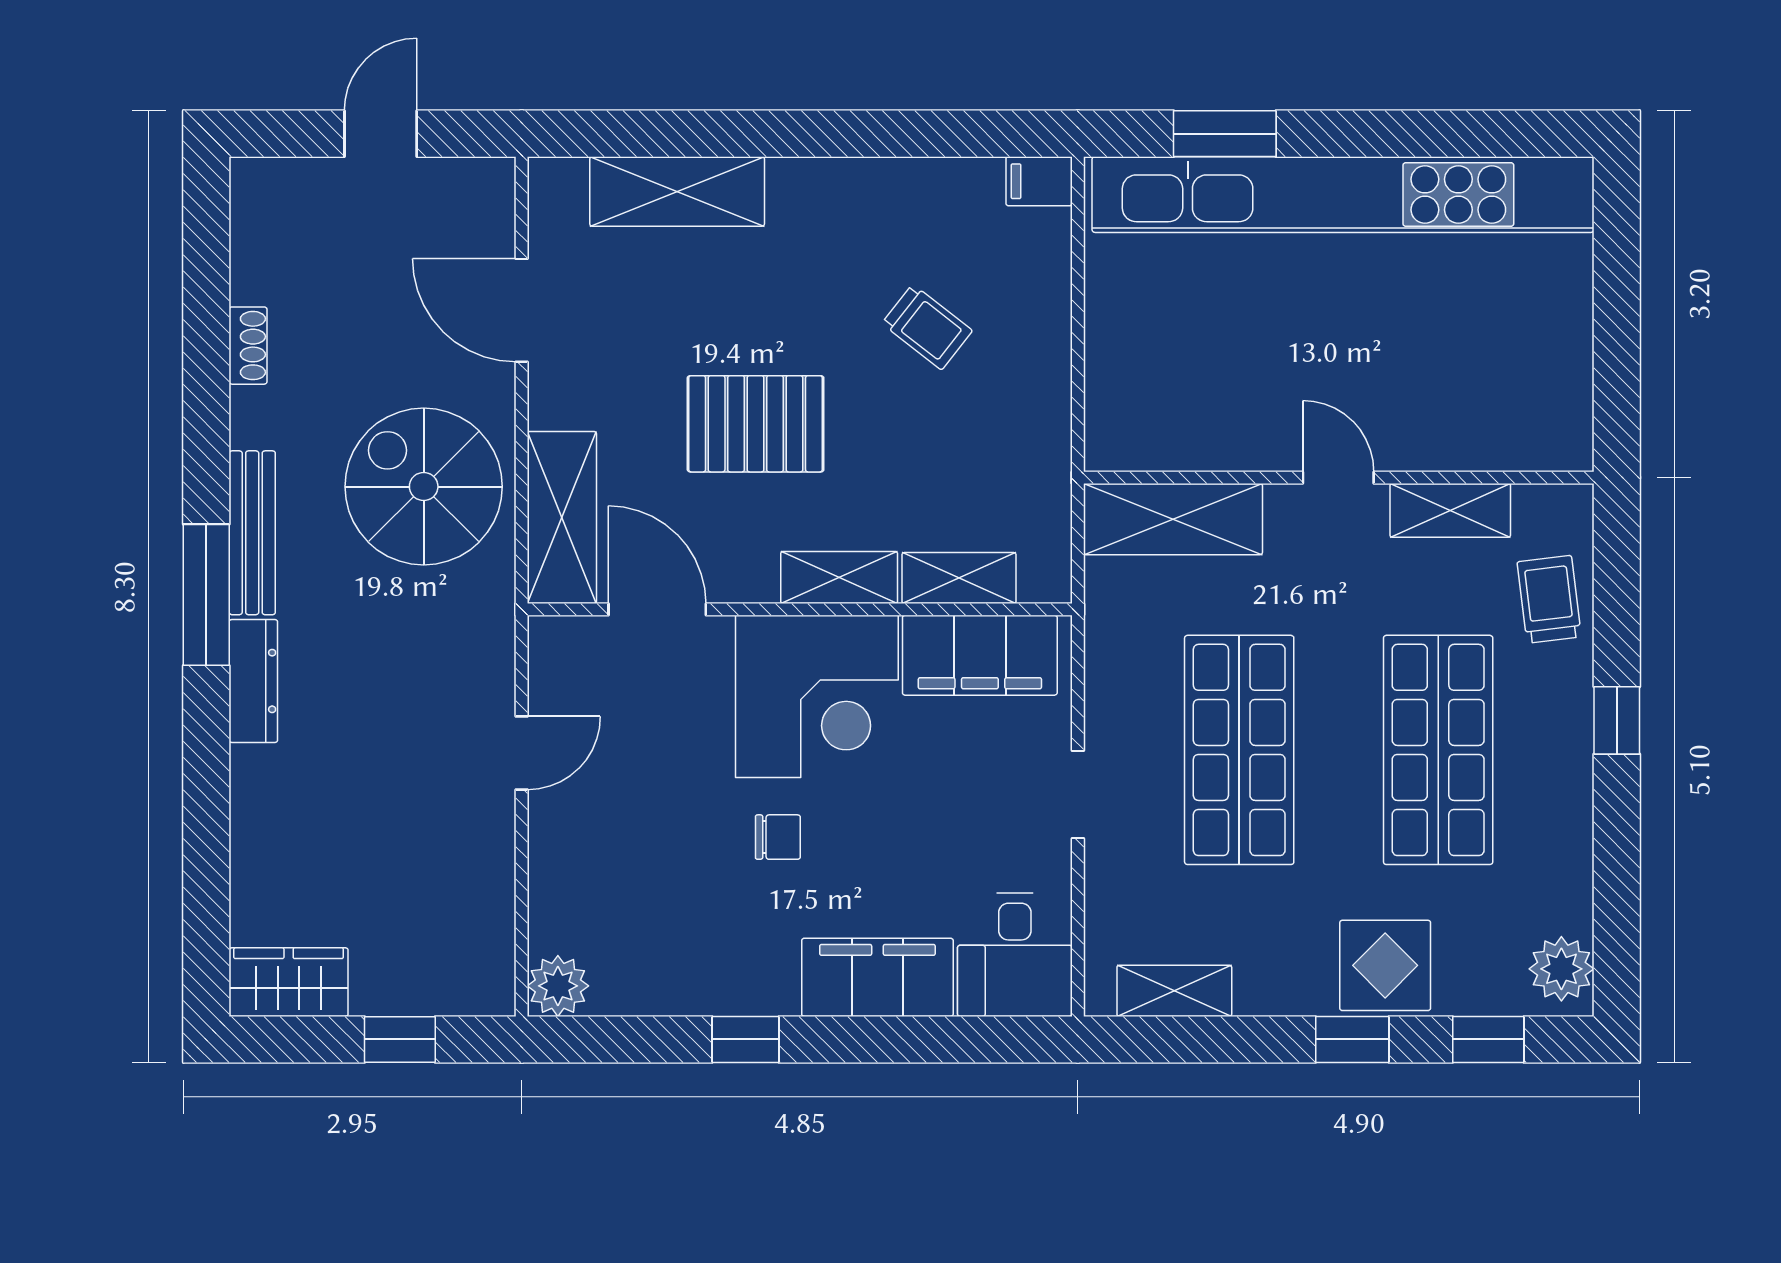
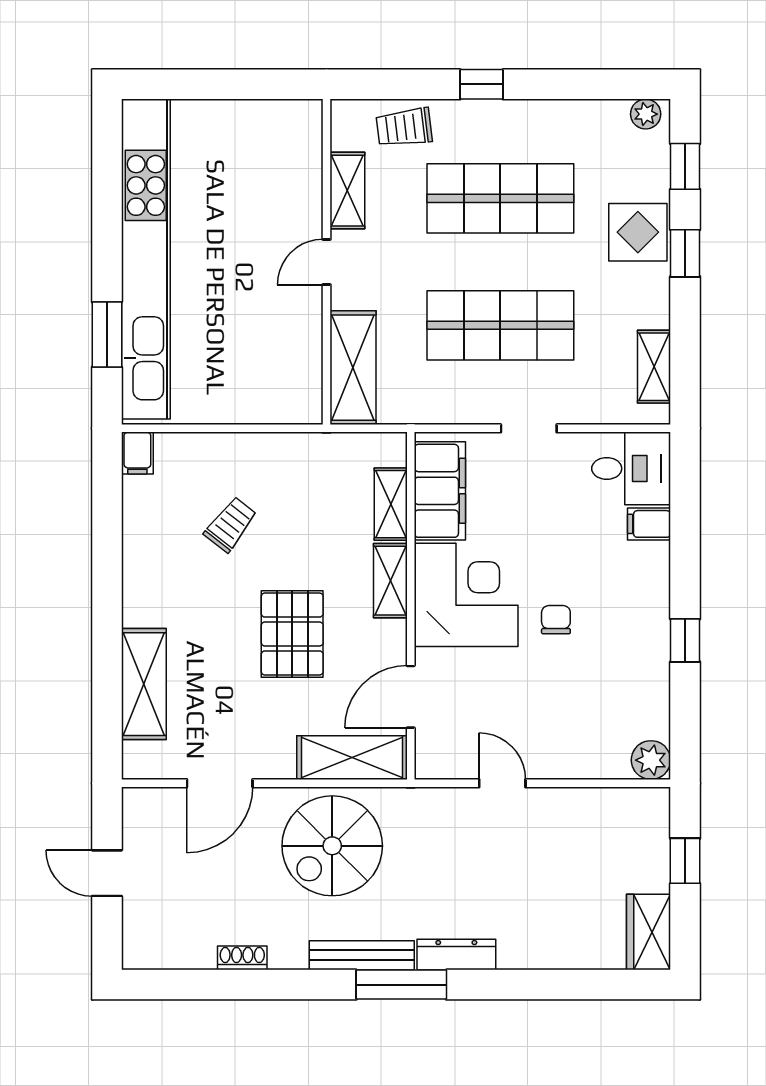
plant: (1561, 969) -> (646, 114), width x0.73, depth x0.73
filing cabinet: (877, 977) -> (649, 524), width x0.33, depth x0.86

